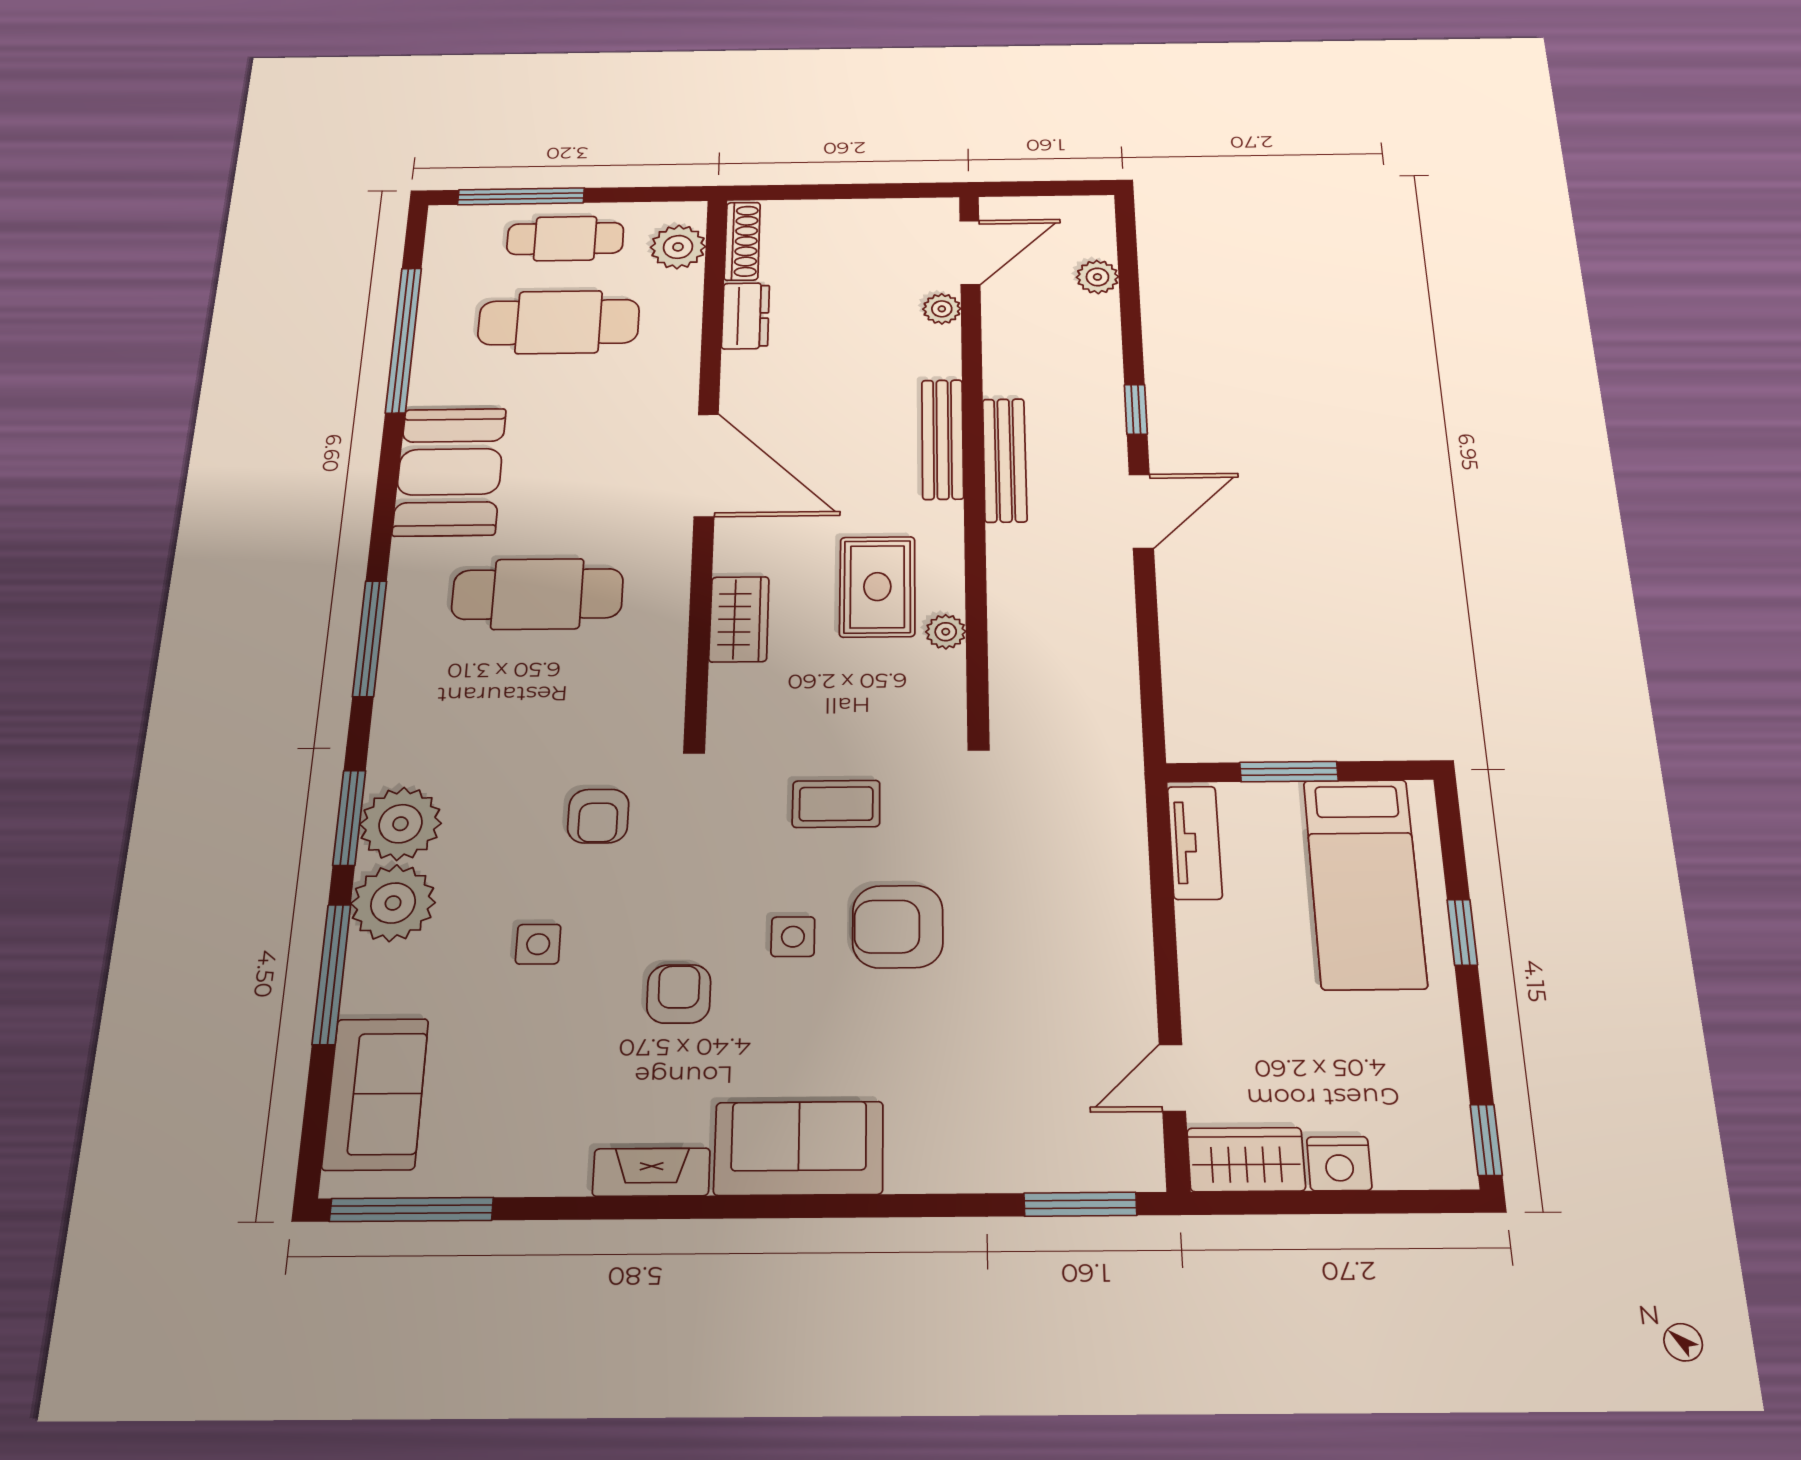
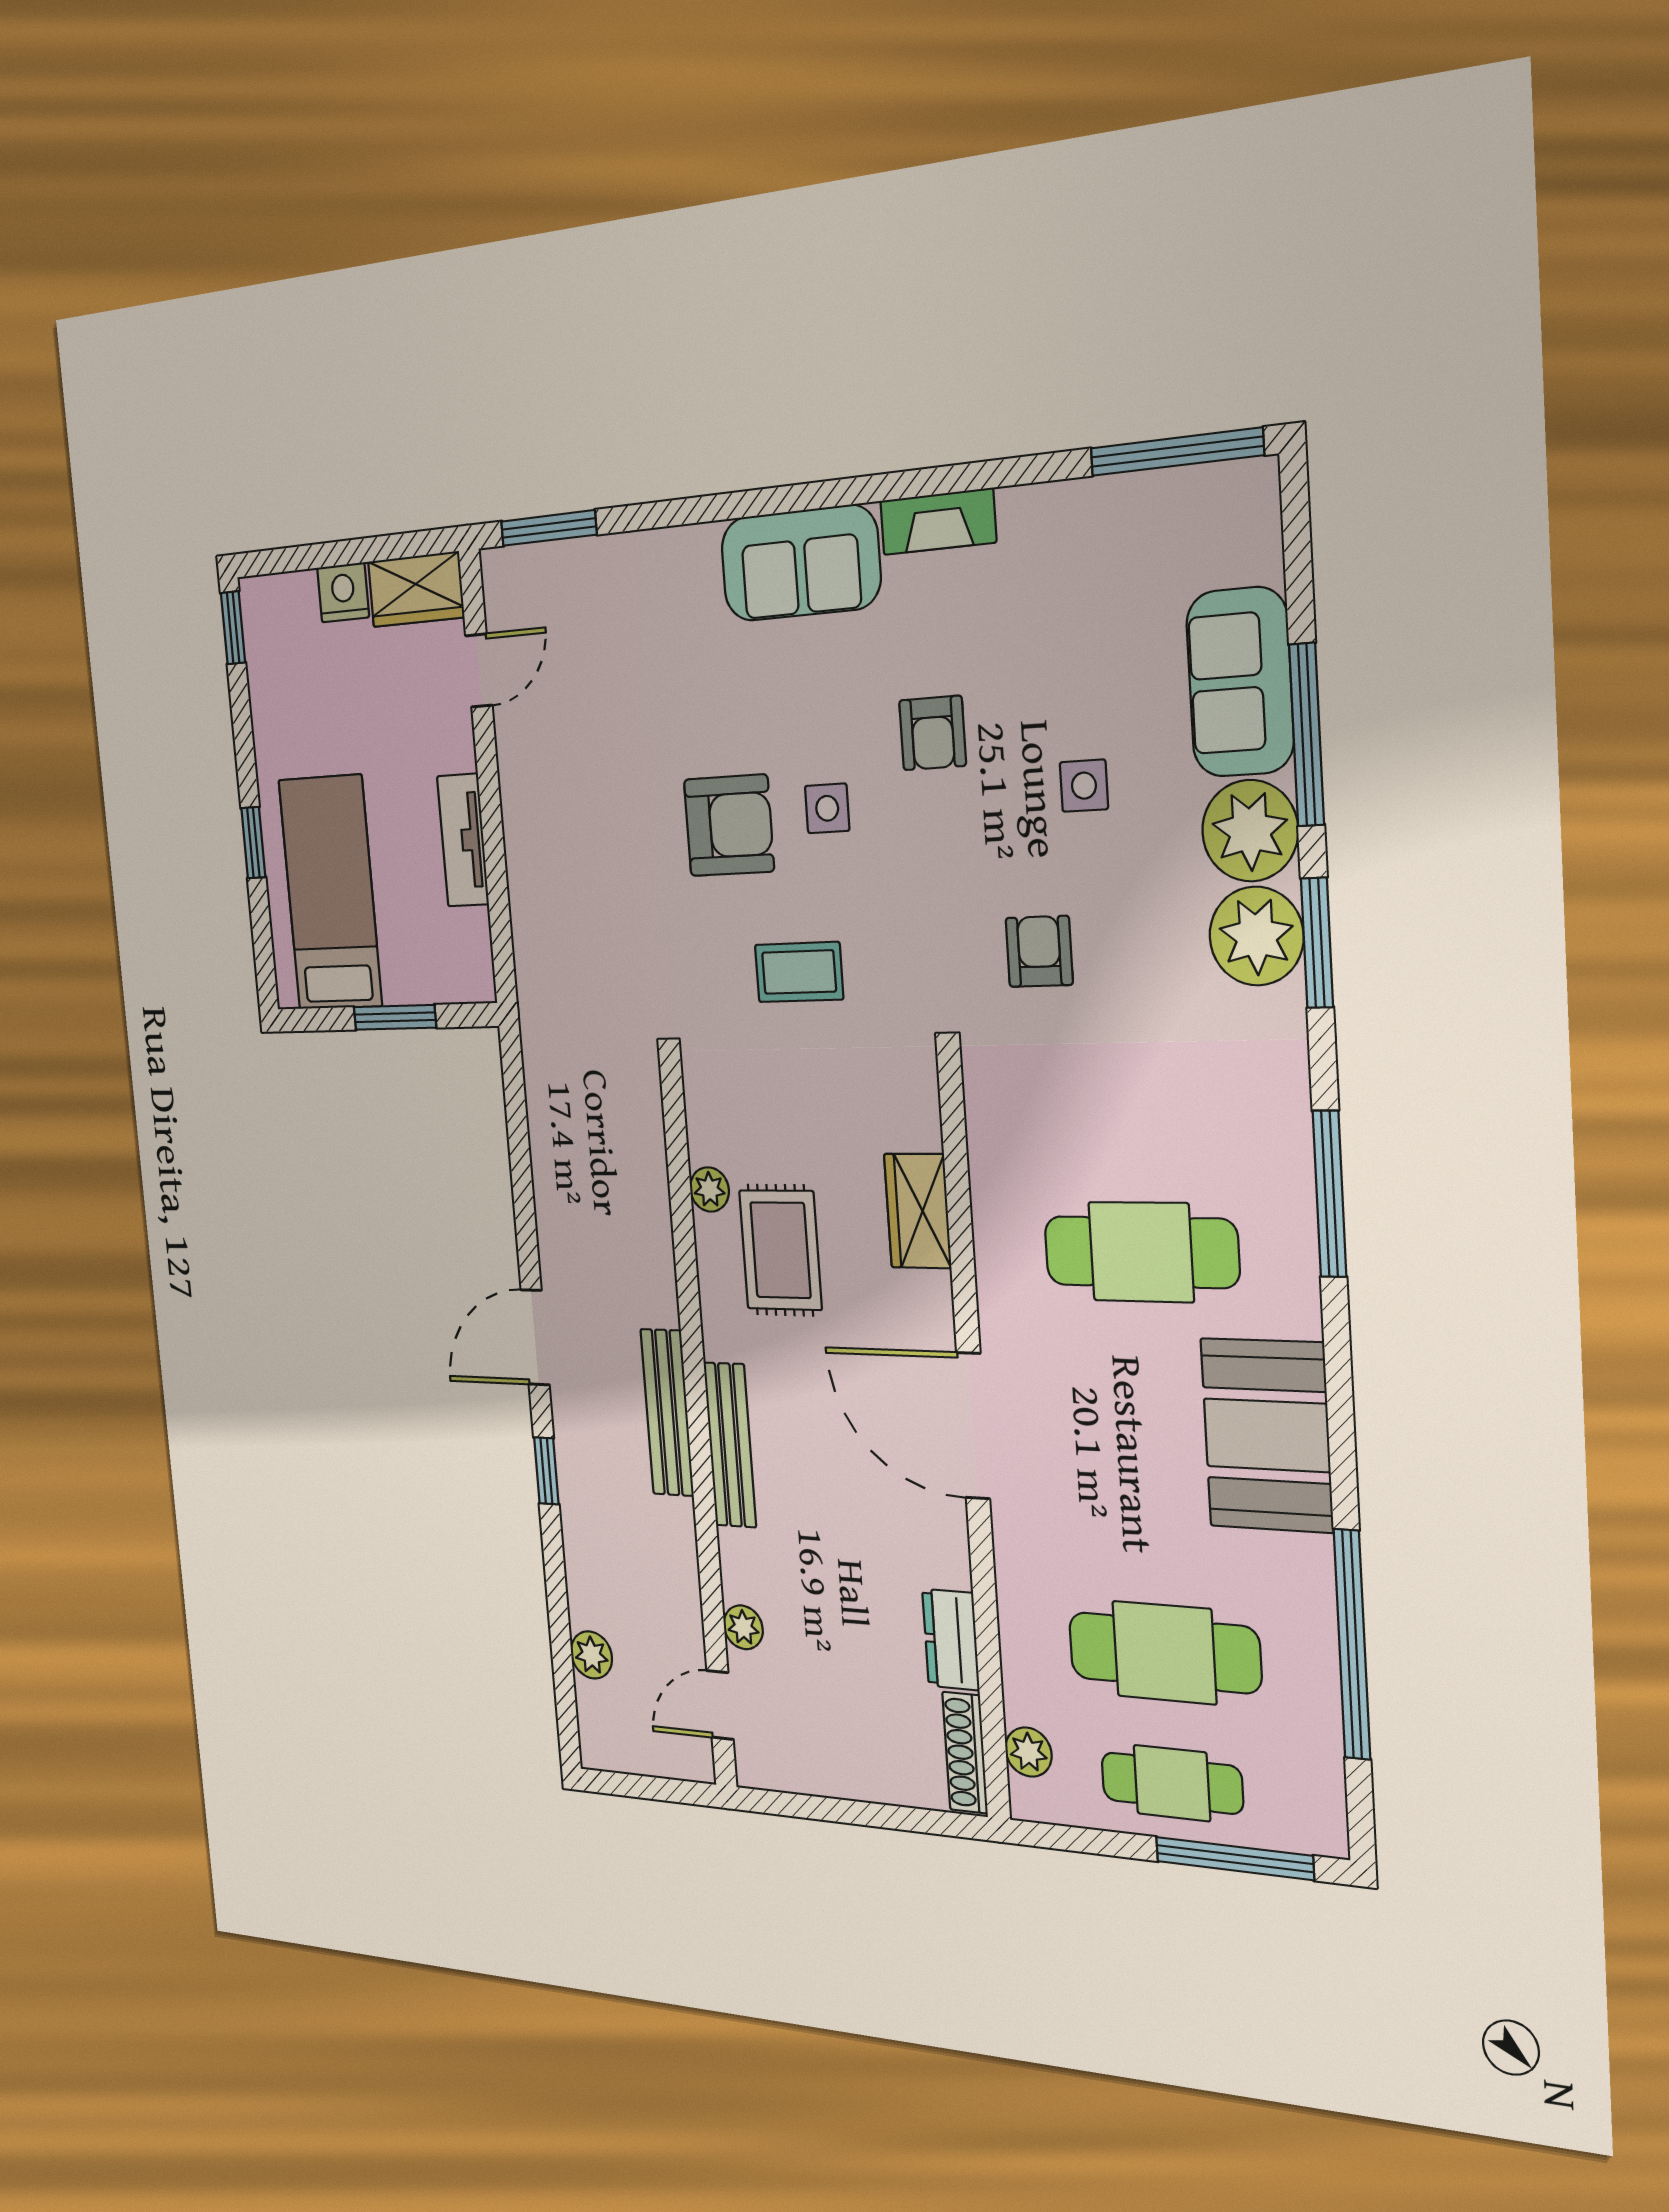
plant: (678, 247) -> (1028, 1752), width x0.73, depth x0.73
door: (970, 253) -> (720, 1705), width x0.73
tv unit: (1195, 842) -> (463, 840), moved
sofa: (376, 1094) -> (1240, 682), moved

